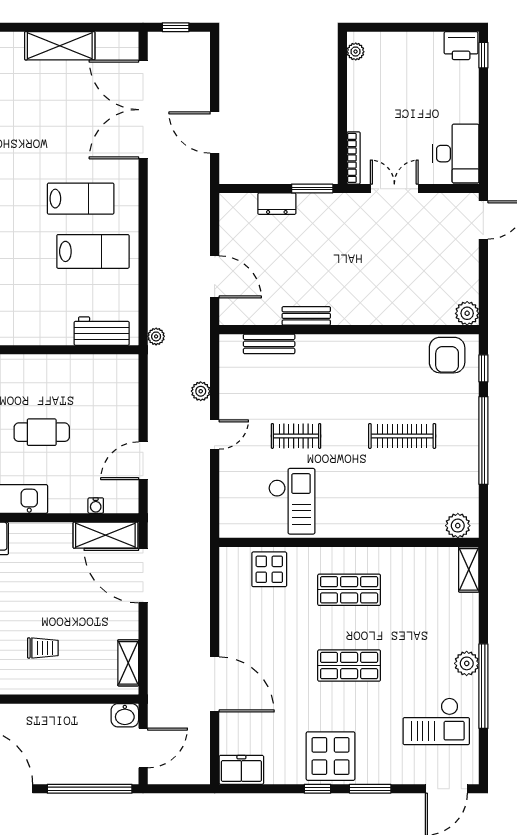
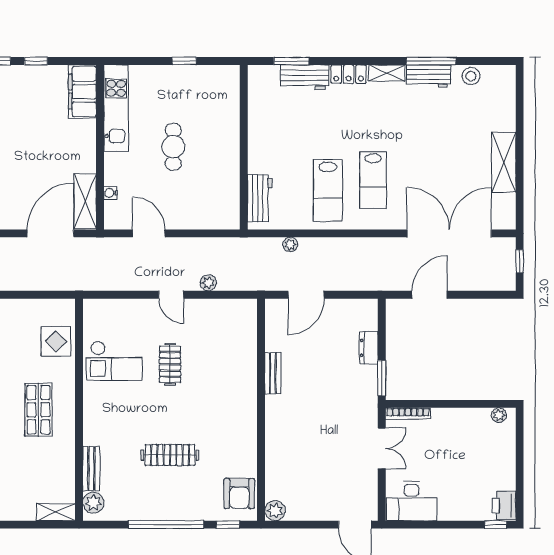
plant: (156, 336) -> (290, 245), moved
bench: (269, 344) -> (91, 469), moved
armchair: (447, 355) -> (239, 494), turned -90
clothes rail: (402, 436) -> (170, 455), turned 90

